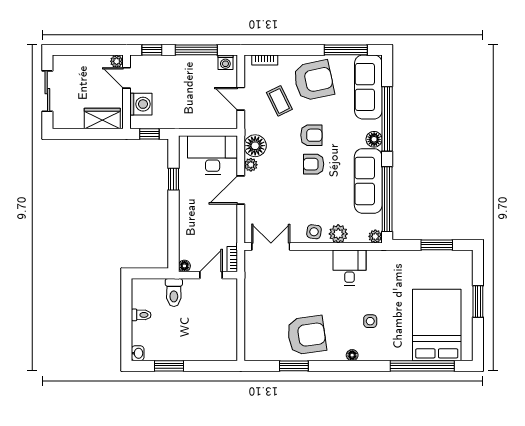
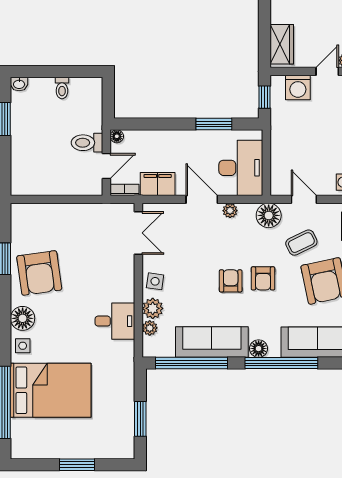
door: (241, 99) -> (304, 199), hinge flipped
floor lamp: (255, 146) -> (269, 215), moved
window: (174, 179) -> (214, 124), width x1.50
filing cabinet: (227, 229) -> (158, 184), added
plant: (375, 236) -> (150, 328), moved
door: (211, 275) -> (106, 166), hinge flipped
toilet: (174, 293) -> (87, 143), moved
side table: (370, 321) -> (23, 346), moved
bed: (437, 325) -> (51, 390), moved
floor lamp: (352, 355) -> (23, 318), width x1.89, depth x1.89

